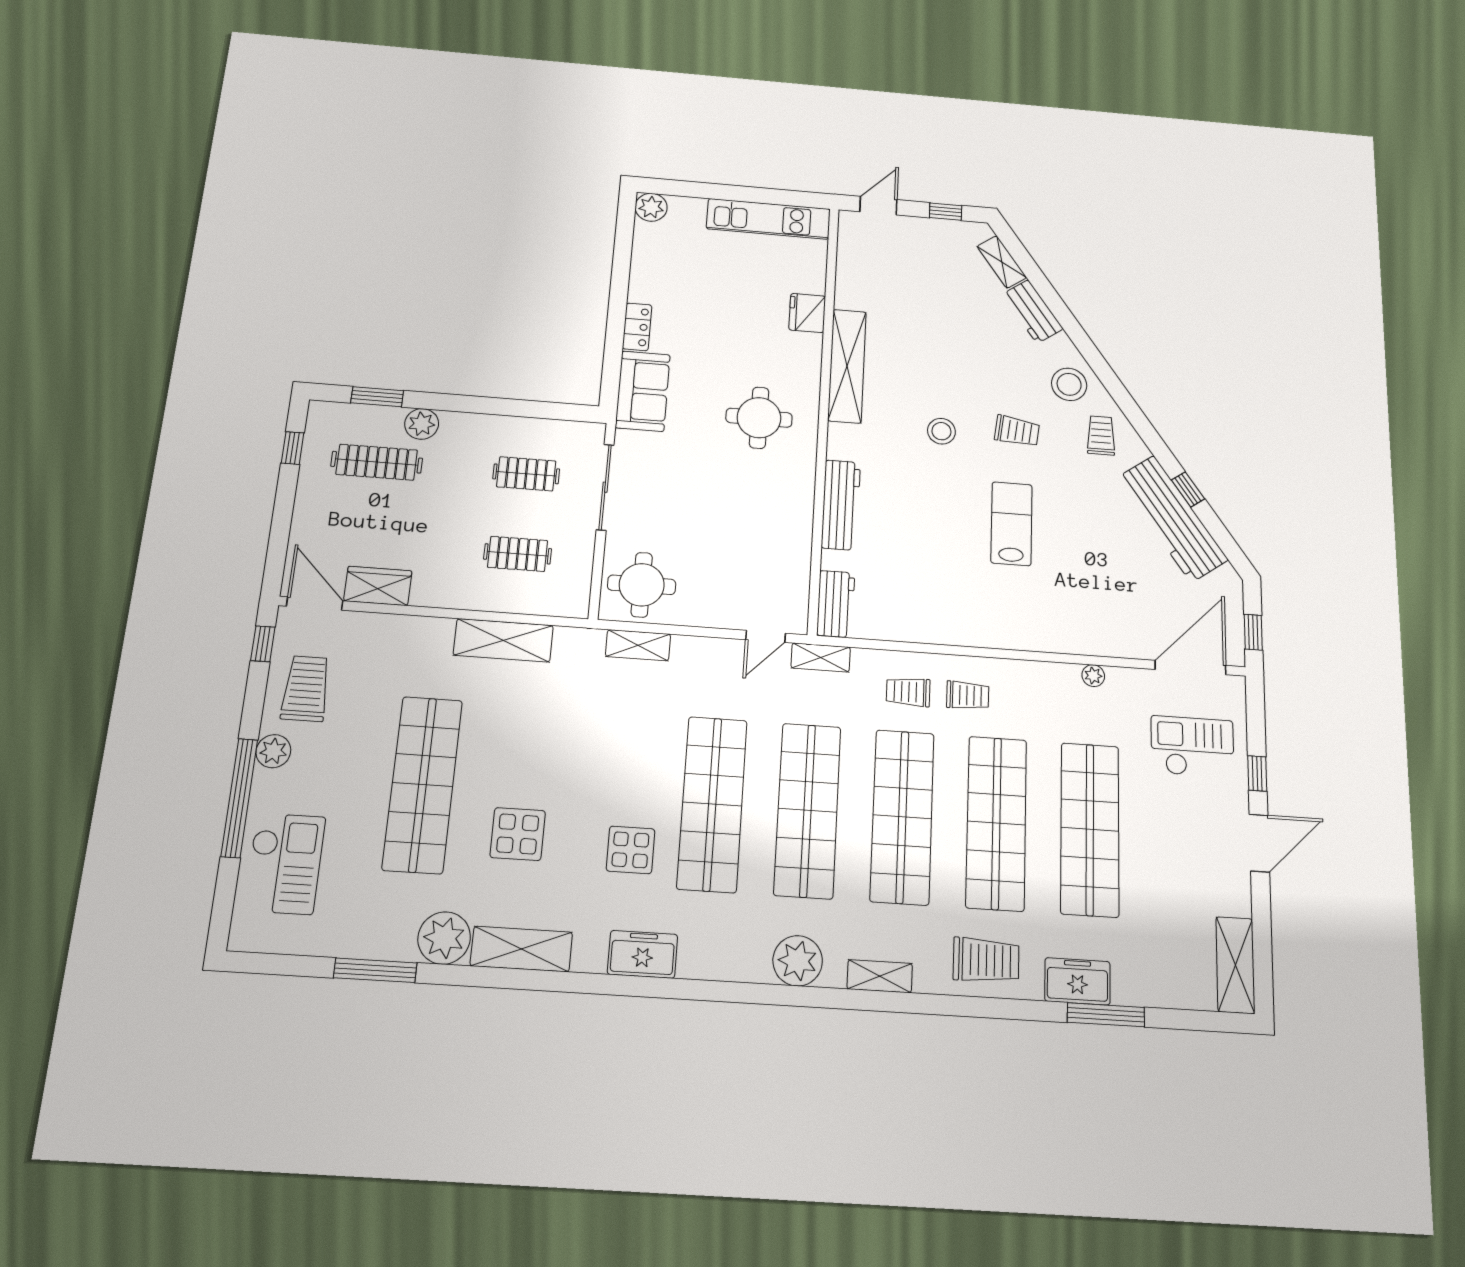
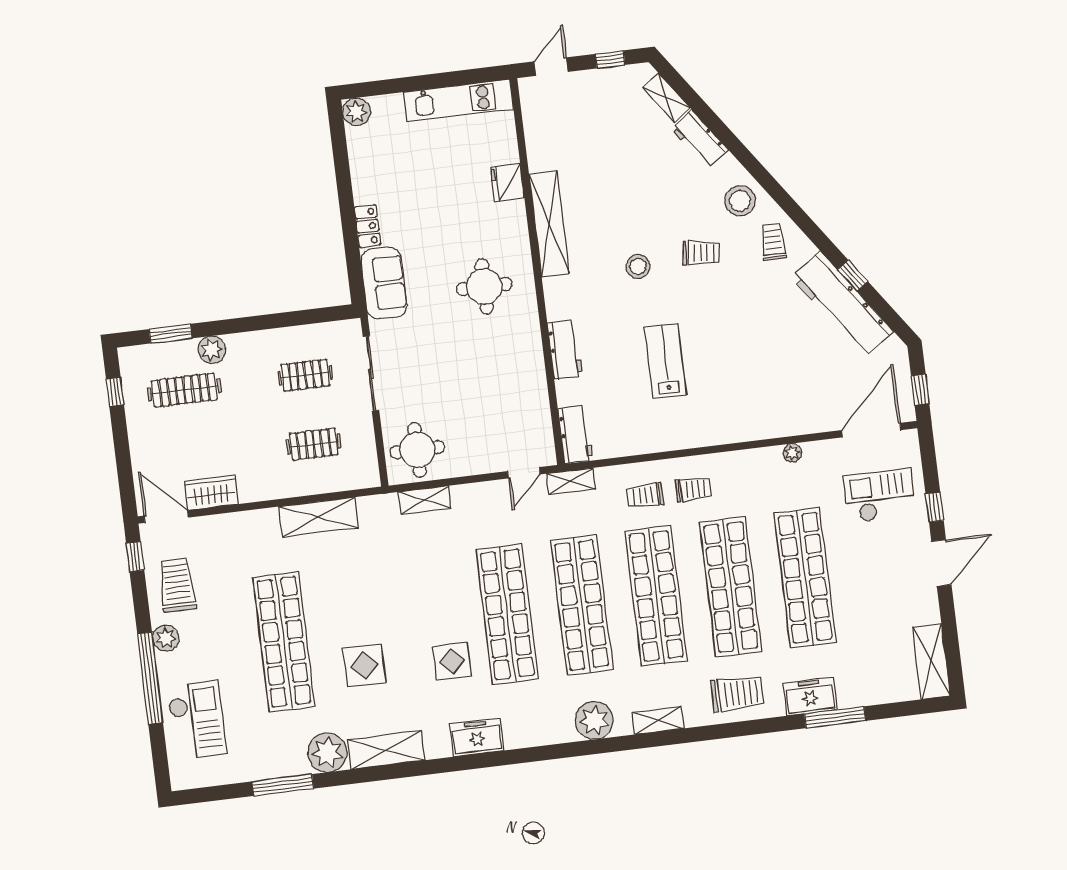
workbench: (841, 505) -> (565, 349), width x0.73
lab bench: (1011, 524) -> (666, 361), moved

